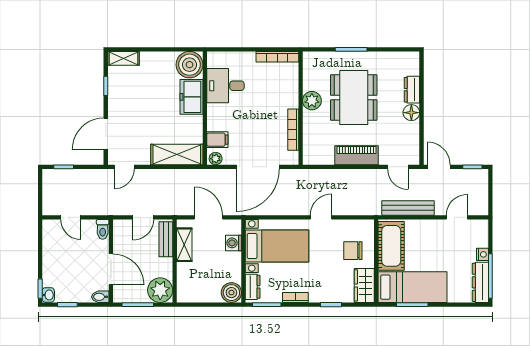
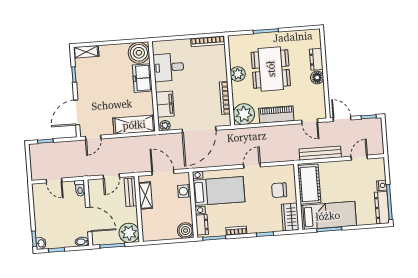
filing cabinet: (217, 140) -> (165, 104), width x2.00
plant: (316, 152) -> (244, 114), added

